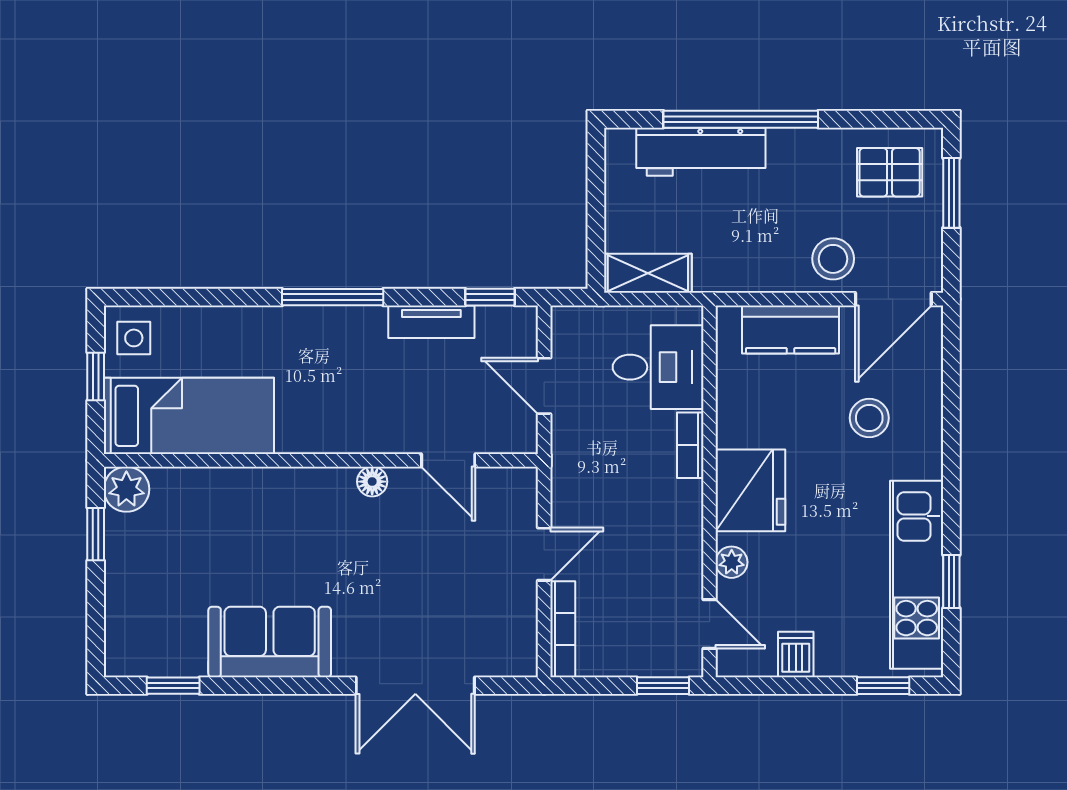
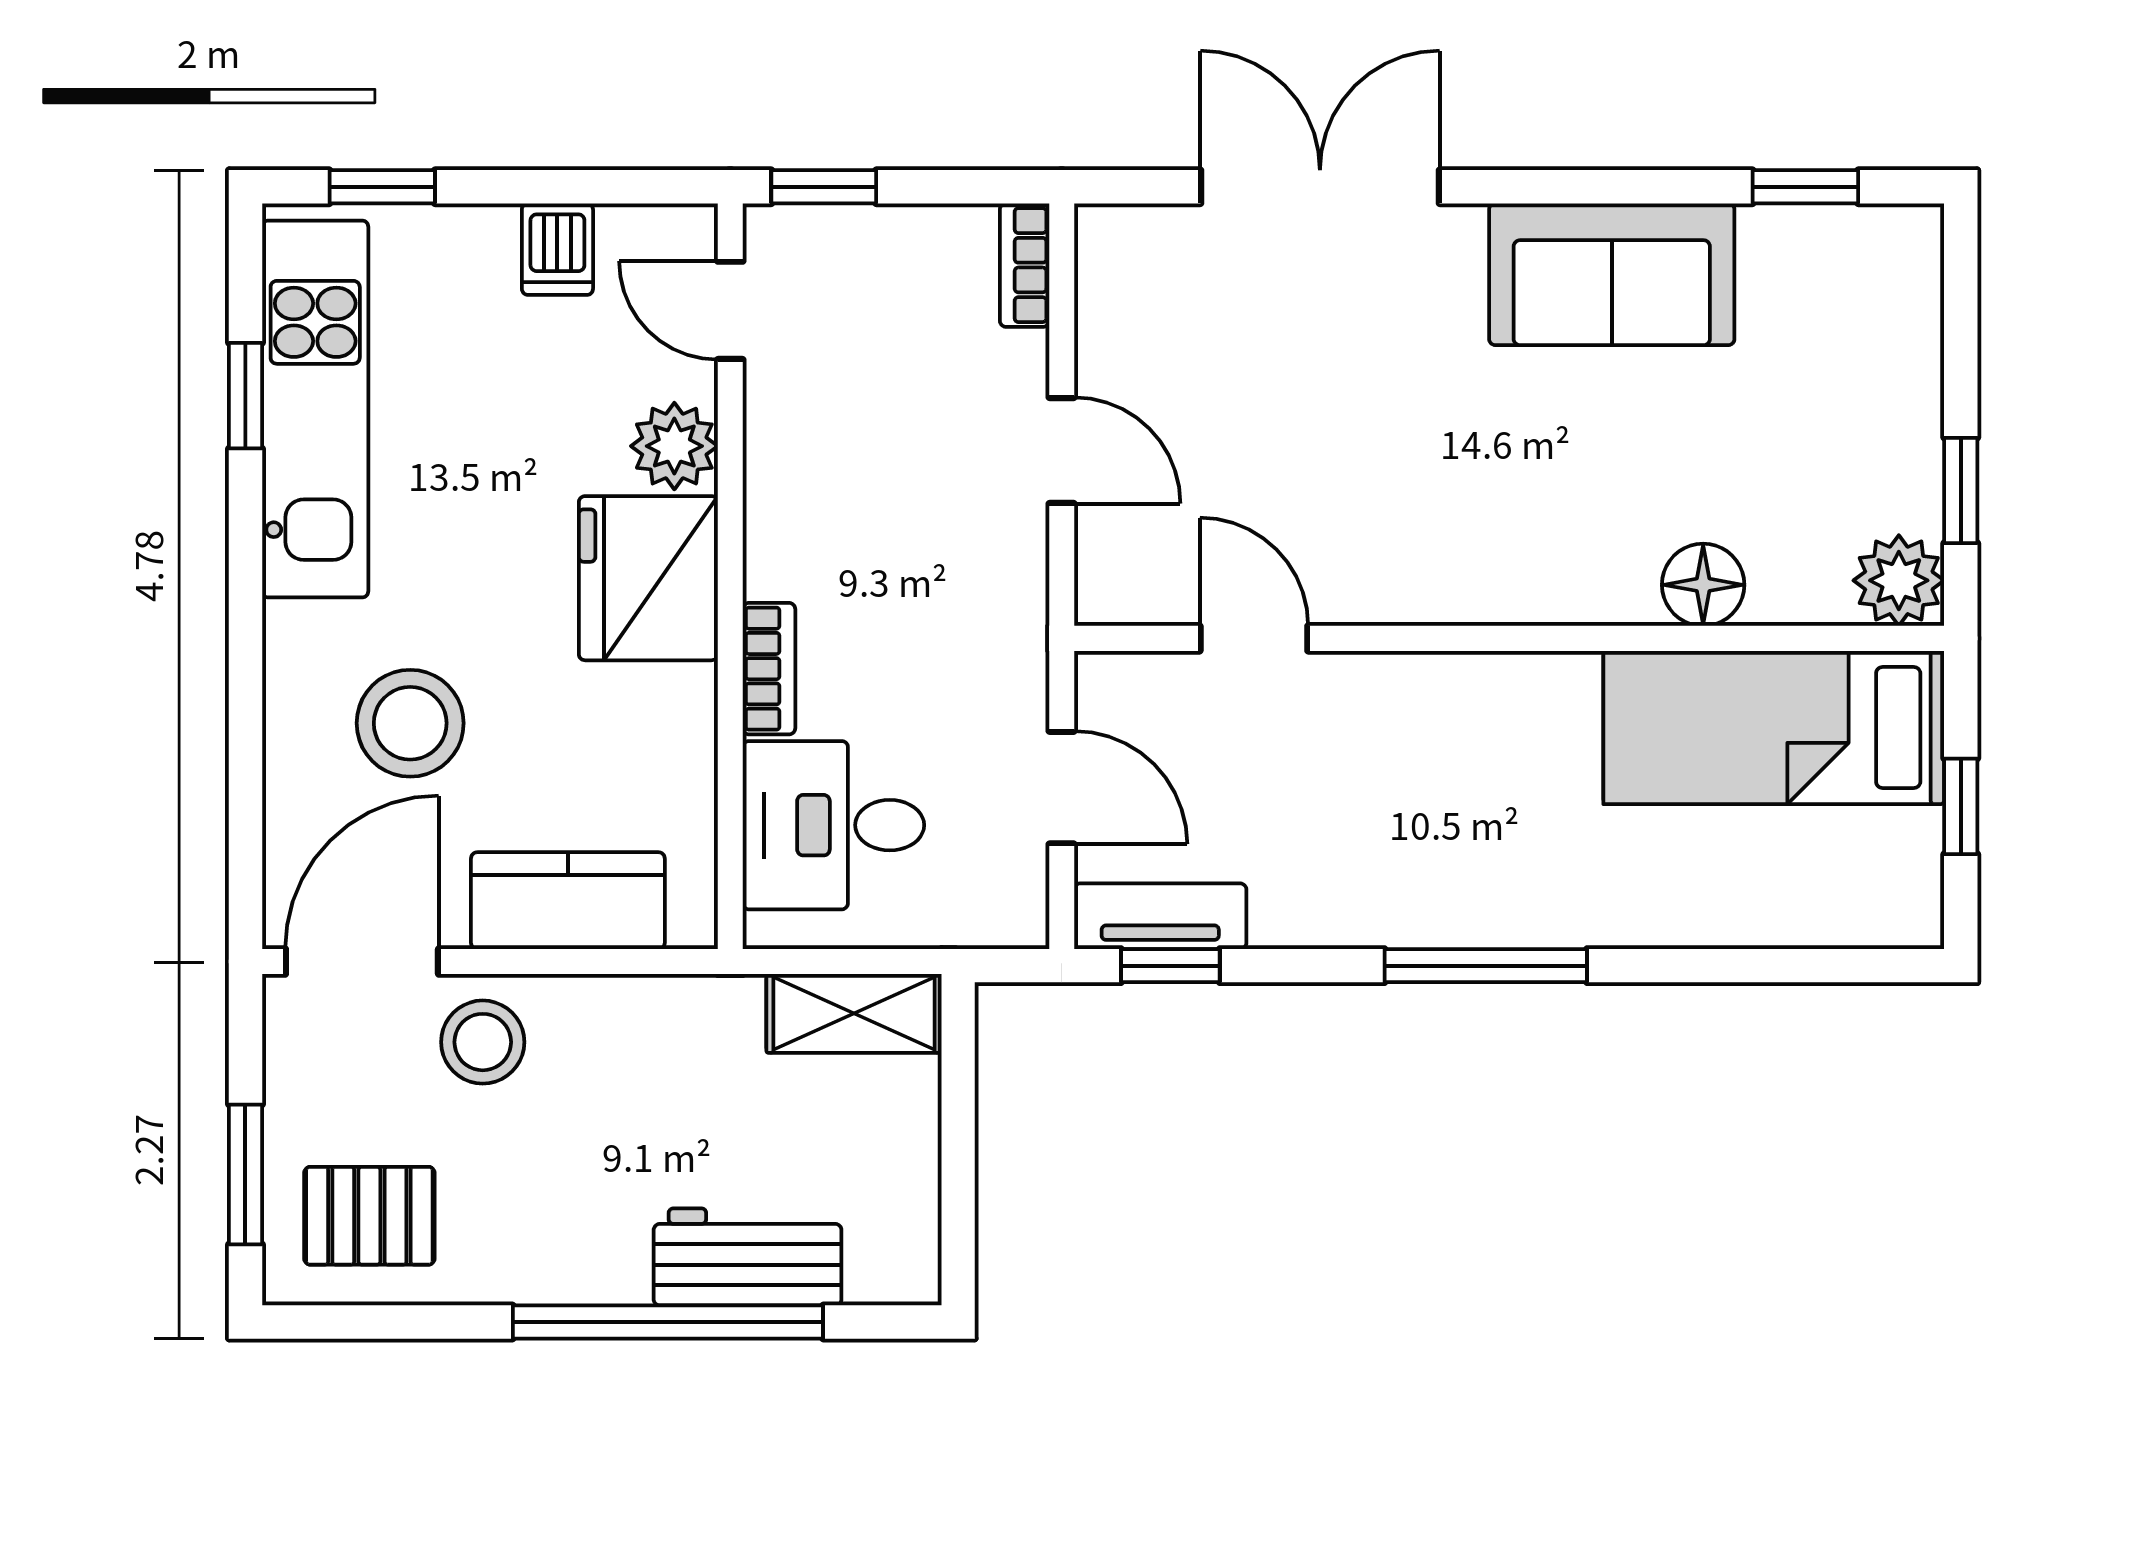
workbench: (701, 152) -> (748, 1257), width x0.73
tv unit: (431, 322) -> (1160, 916), moved
side table: (134, 338) -> (1884, 884), removed
stool: (869, 418) -> (410, 723), width x1.38, depth x1.38
floor lamp: (372, 482) -> (1703, 585), moved, width x1.37, depth x1.37
door: (544, 554) -> (1062, 451), swing flipped
plant: (732, 562) -> (674, 446), width x1.38, depth x1.38
bookcase: (563, 629) -> (1025, 265), width x0.64

